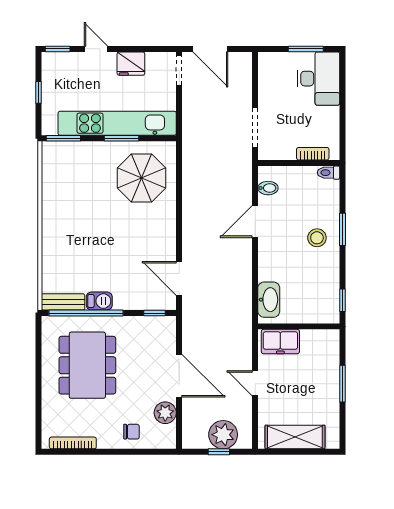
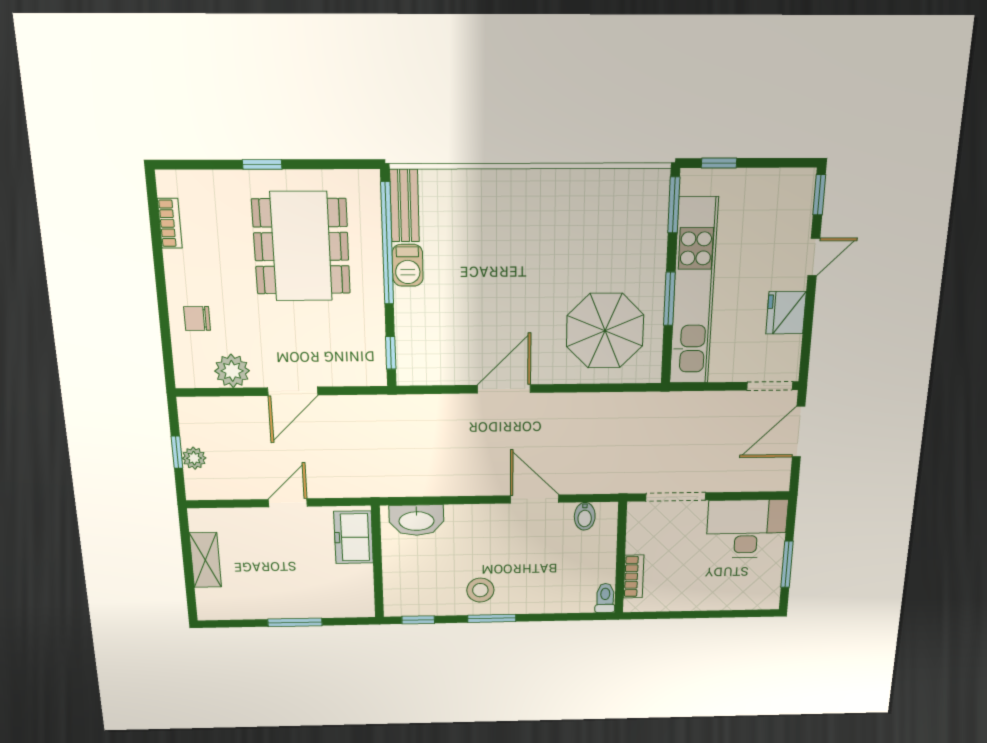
desk: (319, 79) -> (747, 529), moved, turned 180
window: (38, 92) -> (719, 163), moved
window: (342, 229) -> (492, 618), moved
stool: (317, 238) -> (480, 590), moved
door: (179, 278) -> (504, 389), moved
dining table: (87, 365) -> (301, 247), turned 90
door: (179, 376) -> (293, 391), width x0.73
window: (38, 386) -> (262, 164), added
chair: (131, 432) -> (197, 319), turned 90
plant: (223, 435) -> (194, 458), width x0.53, depth x0.53
shelving: (295, 437) -> (205, 560), width x0.67, depth x0.75
bookcase: (73, 443) -> (170, 223), width x0.64

